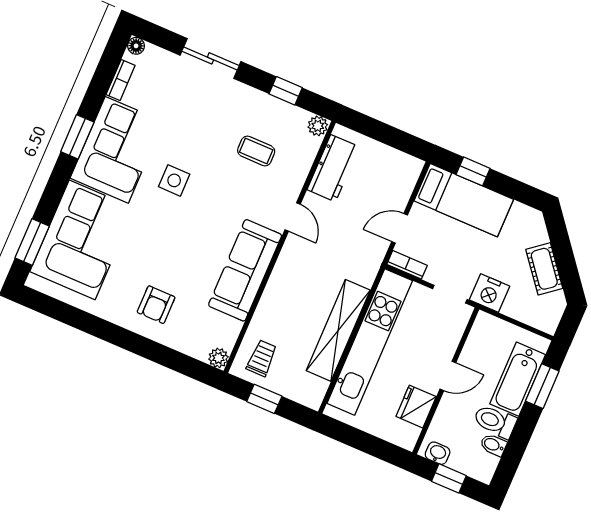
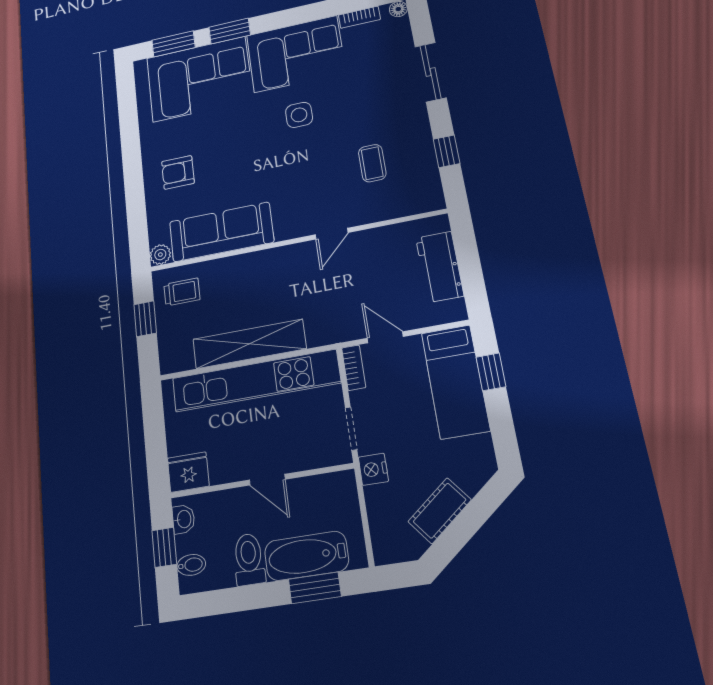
plant: (318, 126) -> (433, 200), removed
window: (77, 137) -> (230, 31), moved
workbench: (333, 168) -> (440, 267), moved, turned 90
sofa: (245, 270) -> (221, 232), moved
nightstand: (490, 293) -> (373, 469), width x0.74, depth x0.75
fridge: (416, 407) -> (188, 472), moved
bidet: (493, 445) -> (191, 565), moved, turned 90

